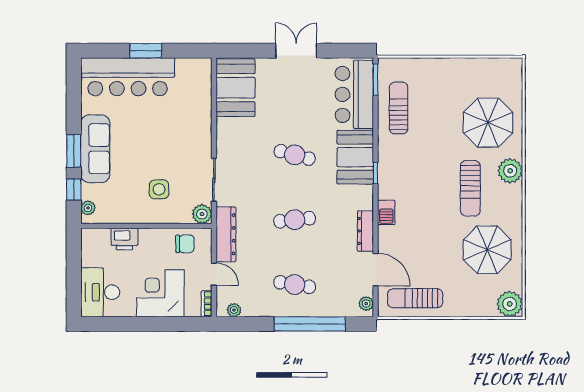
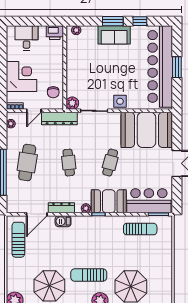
bar counter: (128, 77) -> (160, 66), width x1.36
booth: (235, 88) -> (146, 130), width x1.36, depth x1.42
sofa: (95, 149) -> (114, 35), width x0.73
side table: (159, 189) -> (120, 101), moved
window: (74, 190) -> (140, 21), moved
barbecue: (386, 212) -> (63, 221), moved
printer: (124, 239) -> (55, 33), moved, turned -90
cafe table: (295, 285) -> (27, 163), width x1.37, depth x1.35
desk: (100, 292) -> (26, 38), width x0.73
plant: (366, 304) -> (86, 208), moved

